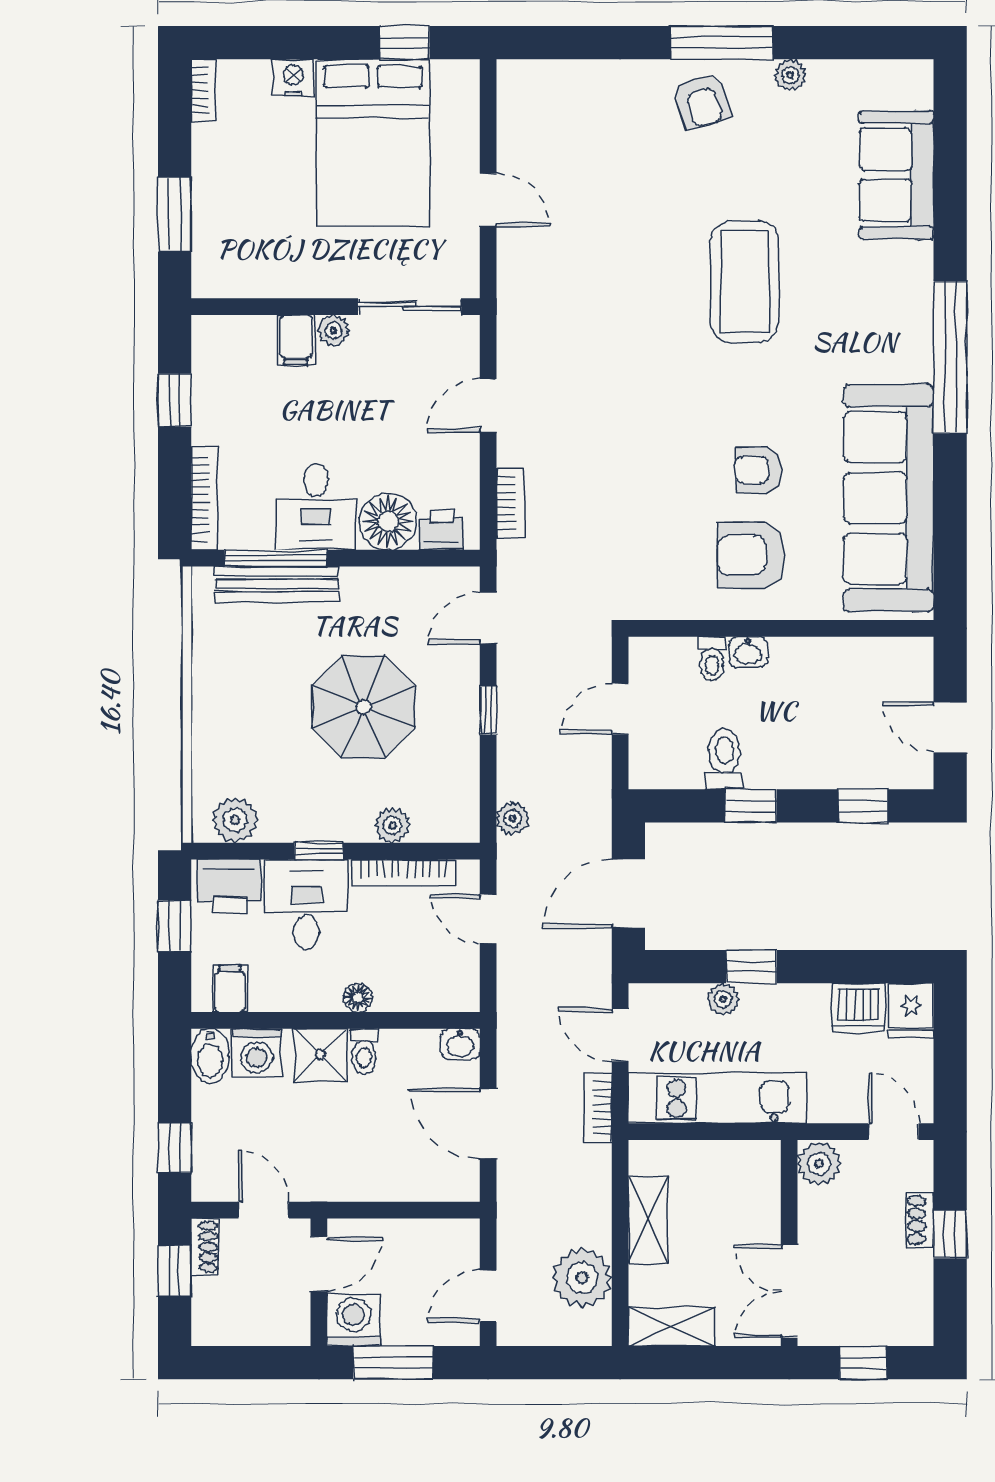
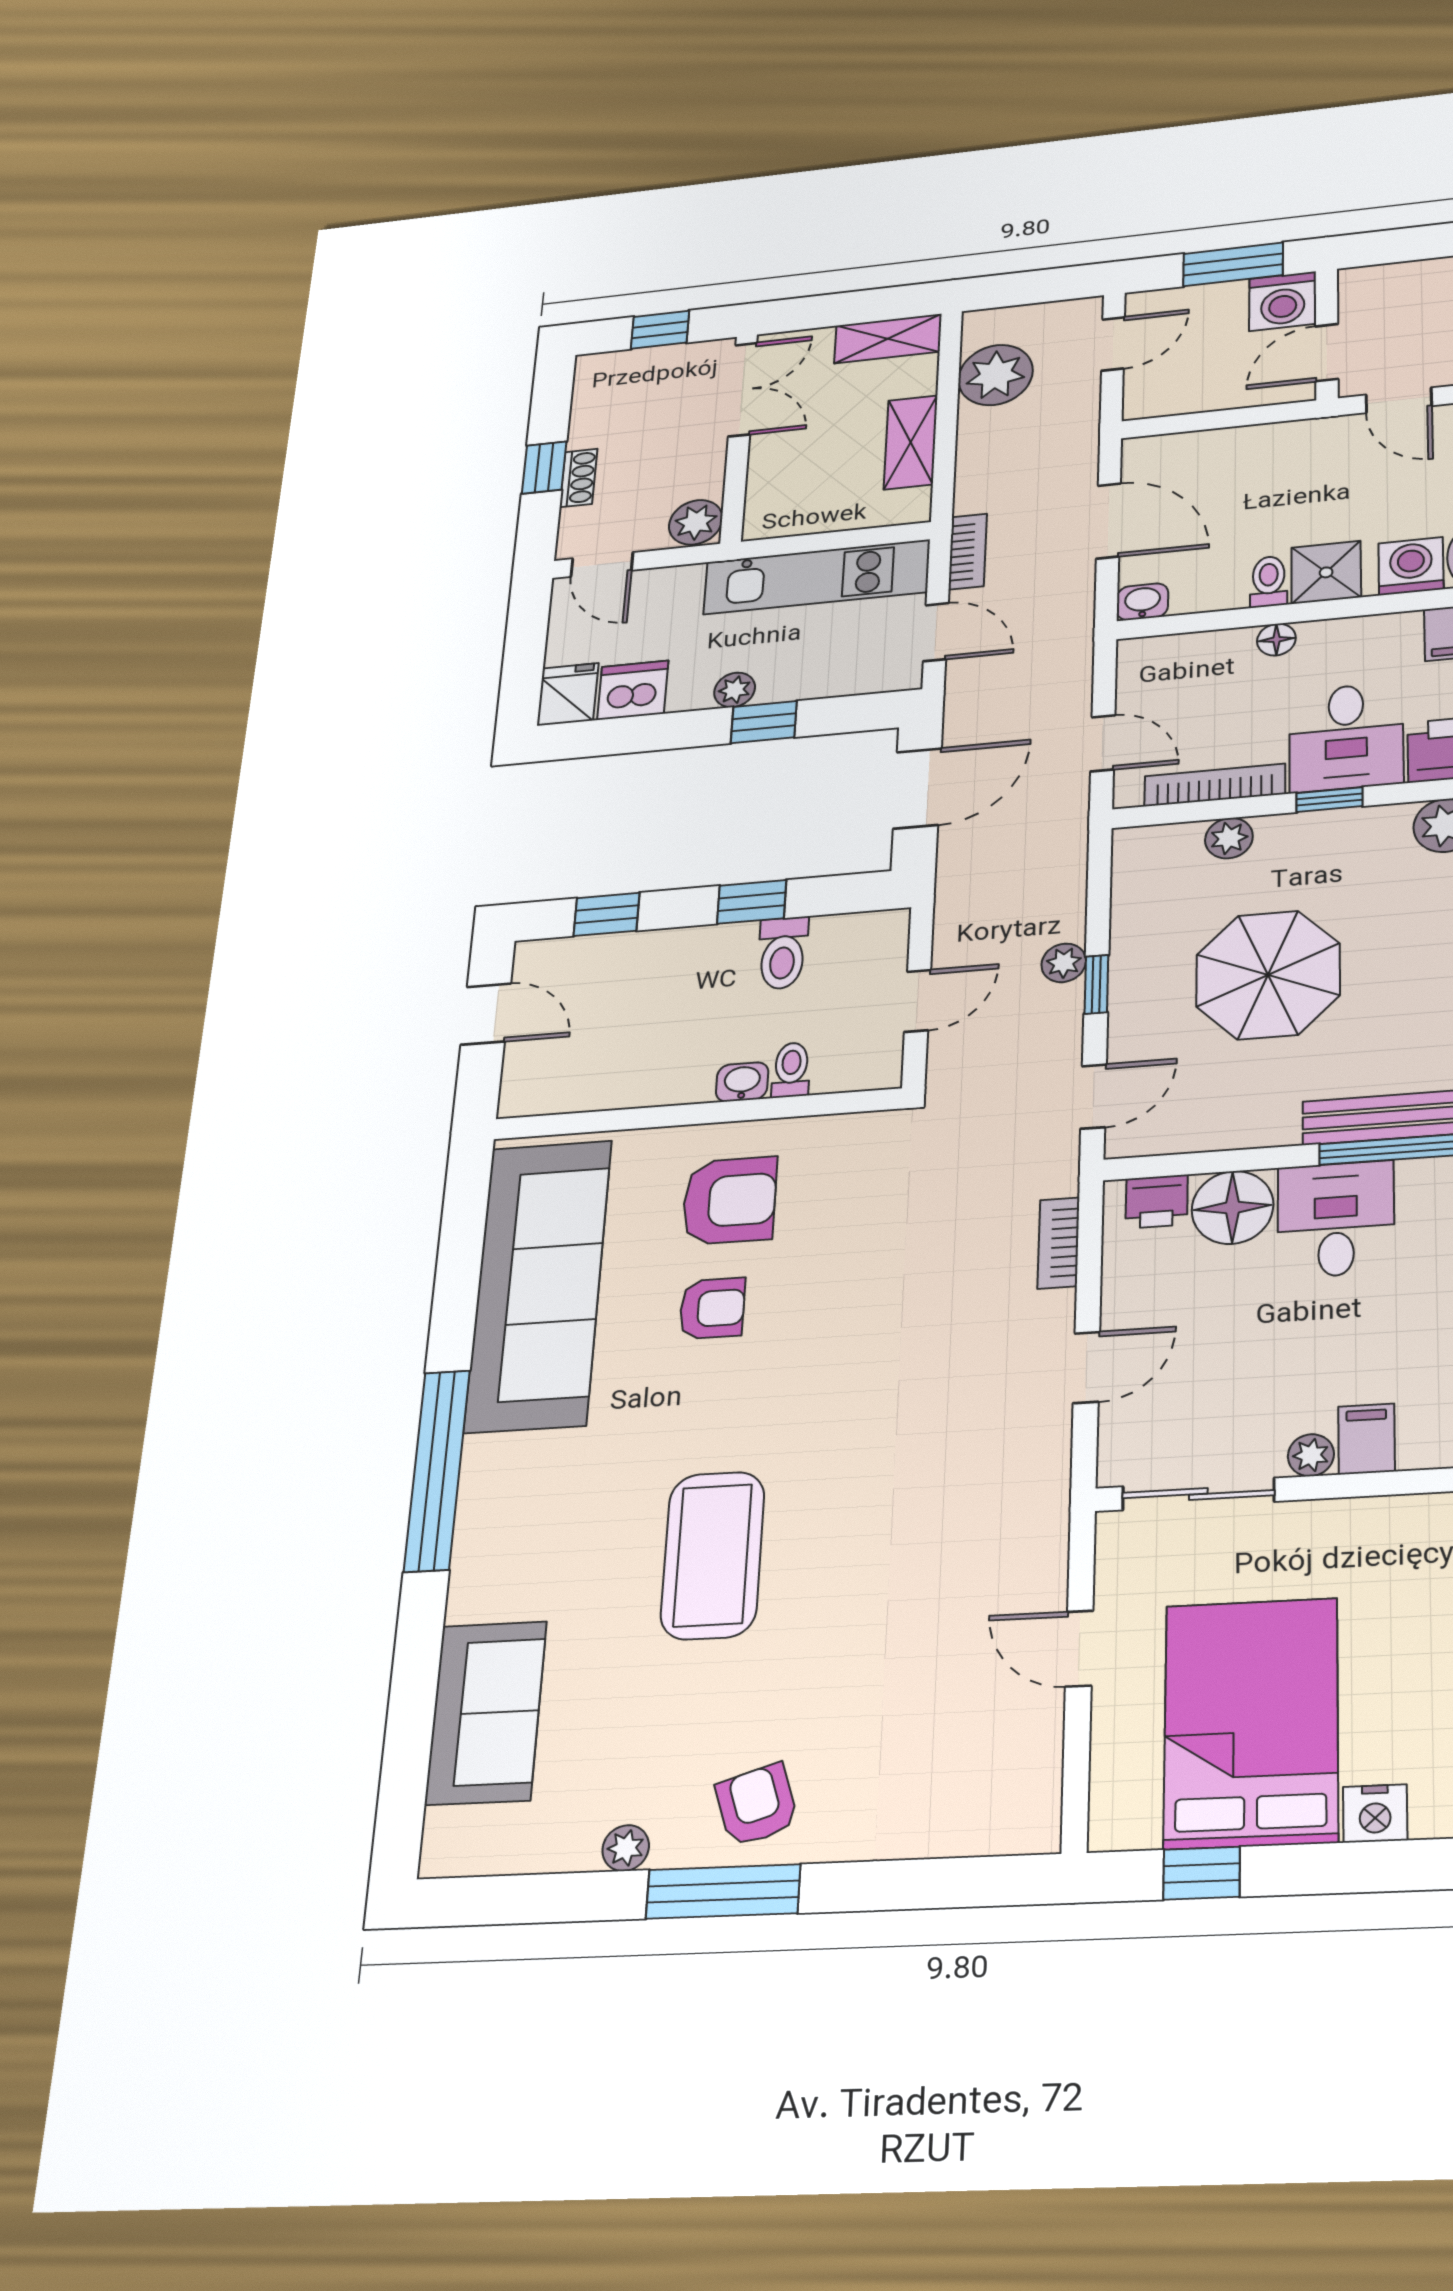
plant: (513, 819) -> (1064, 963), moved
plant: (723, 999) -> (735, 690), moved

